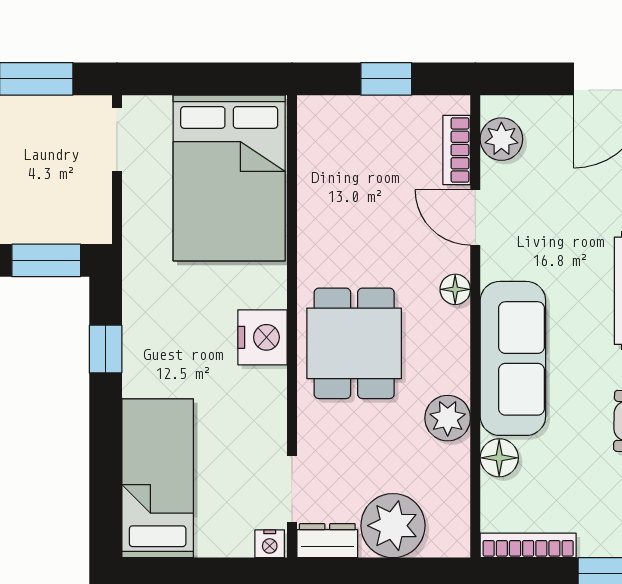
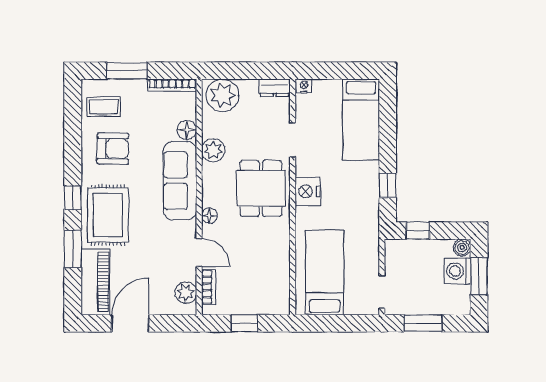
bed: (229, 178) -> (325, 273), width x0.67
window: (46, 260) -> (418, 231), width x0.67
doorway: (292, 489) -> (293, 140), moved
plant: (393, 526) -> (222, 95), moved

